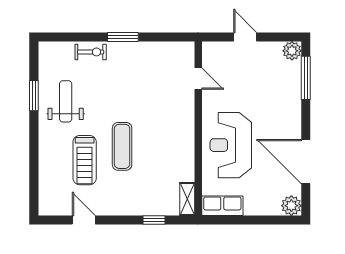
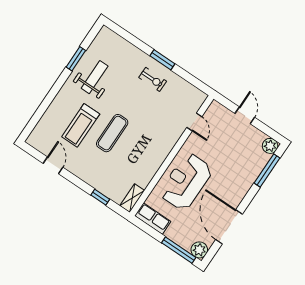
exercise bike: (91, 52) -> (153, 79), moved
window: (271, 220) -> (179, 250), added

